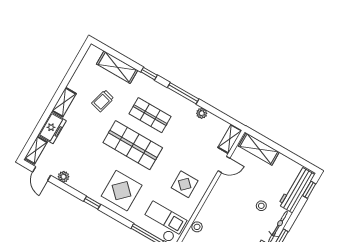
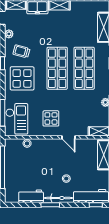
trolley: (103, 101) -> (21, 51), moved
shop shelf: (150, 115) -> (84, 68), width x1.43, depth x1.36
door: (224, 165) -> (69, 137), moved

